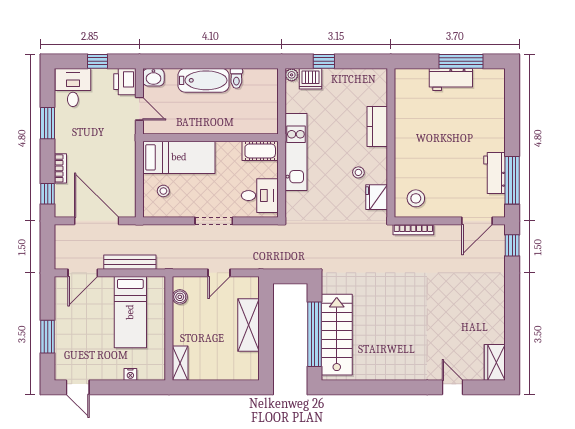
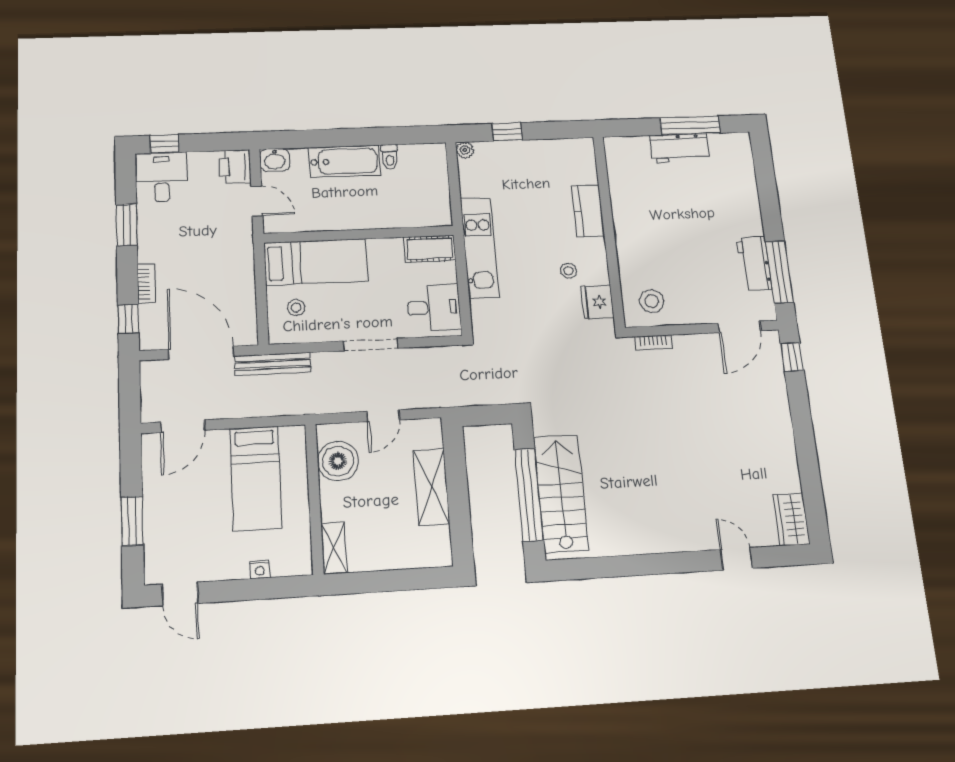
window: (98, 61) -> (164, 144), moved
dishwasher: (311, 79) -> (491, 154), removed
bookcase: (413, 230) -> (653, 343), width x0.64
bench: (130, 262) -> (273, 364), moved
boiler: (180, 297) -> (338, 461), width x1.86, depth x1.86

